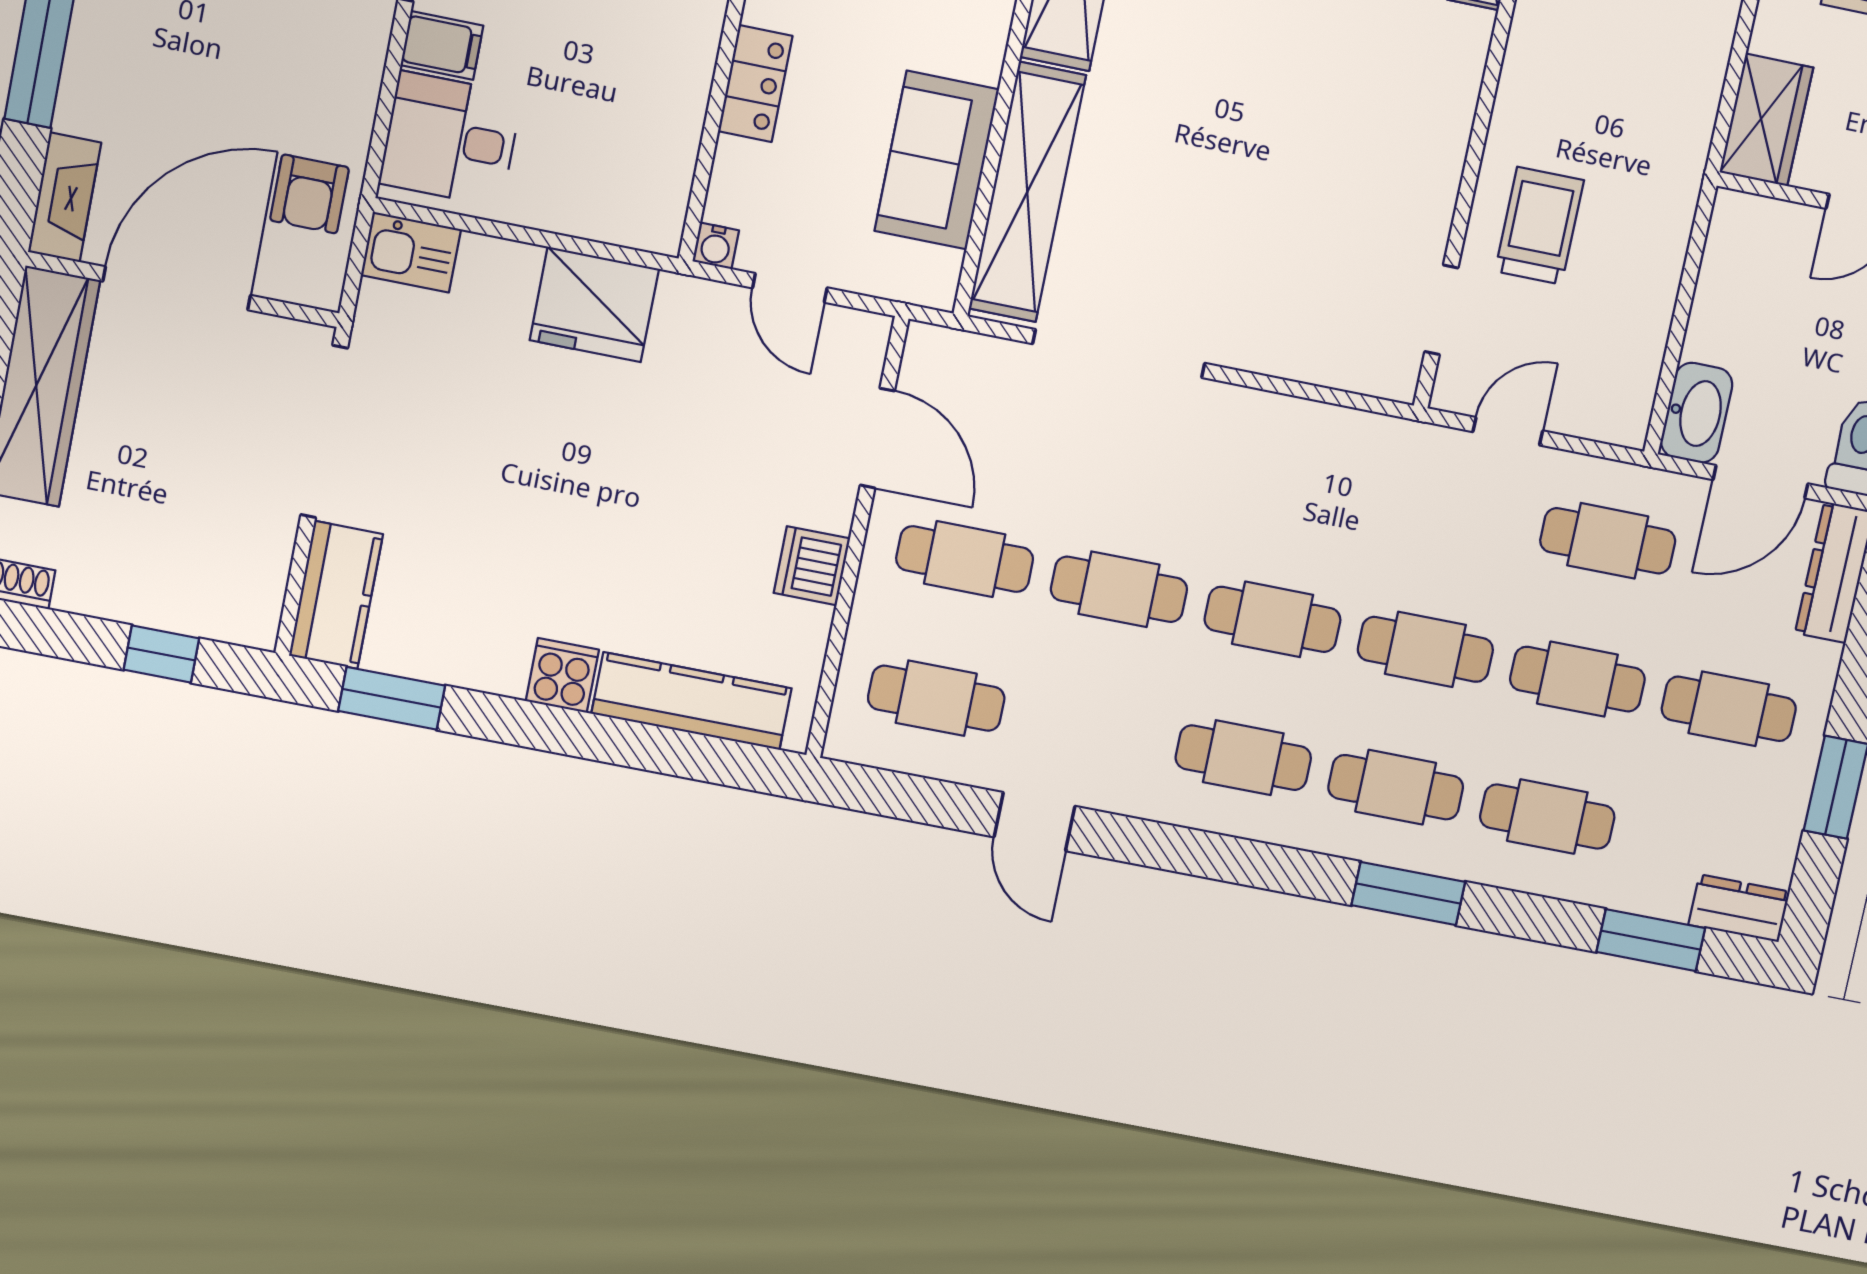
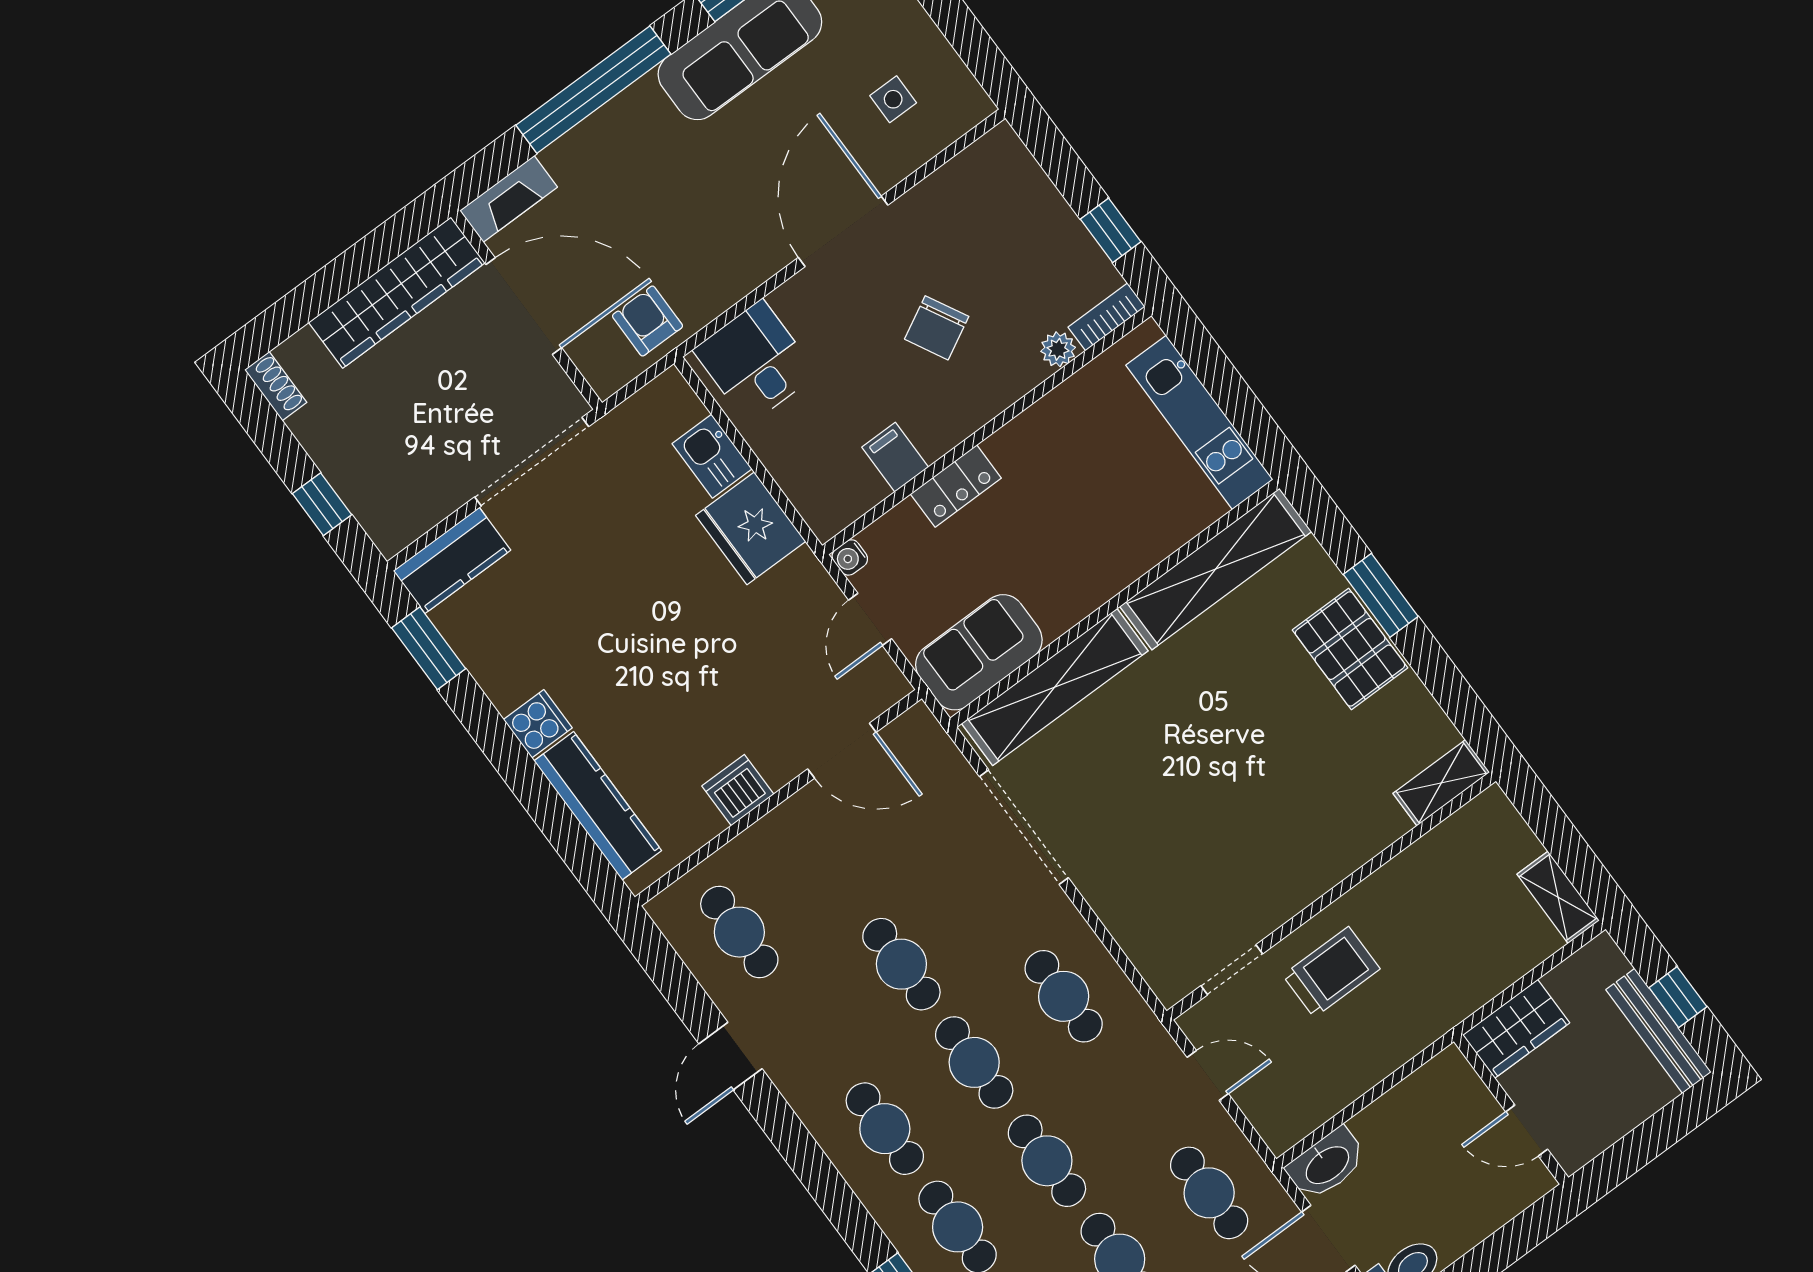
filing cabinet: (442, 45) -> (895, 457), moved, turned 180
sofa: (937, 160) -> (979, 652), moved
armchair: (309, 194) -> (648, 321), turned 90
kitchen sink: (411, 252) -> (712, 456), moved
door: (877, 438) -> (842, 751), hinge flipped
cafe table: (965, 559) -> (1064, 996), moved

